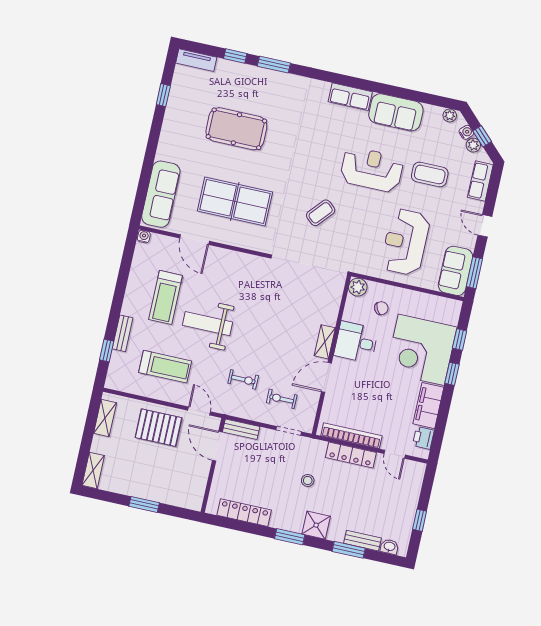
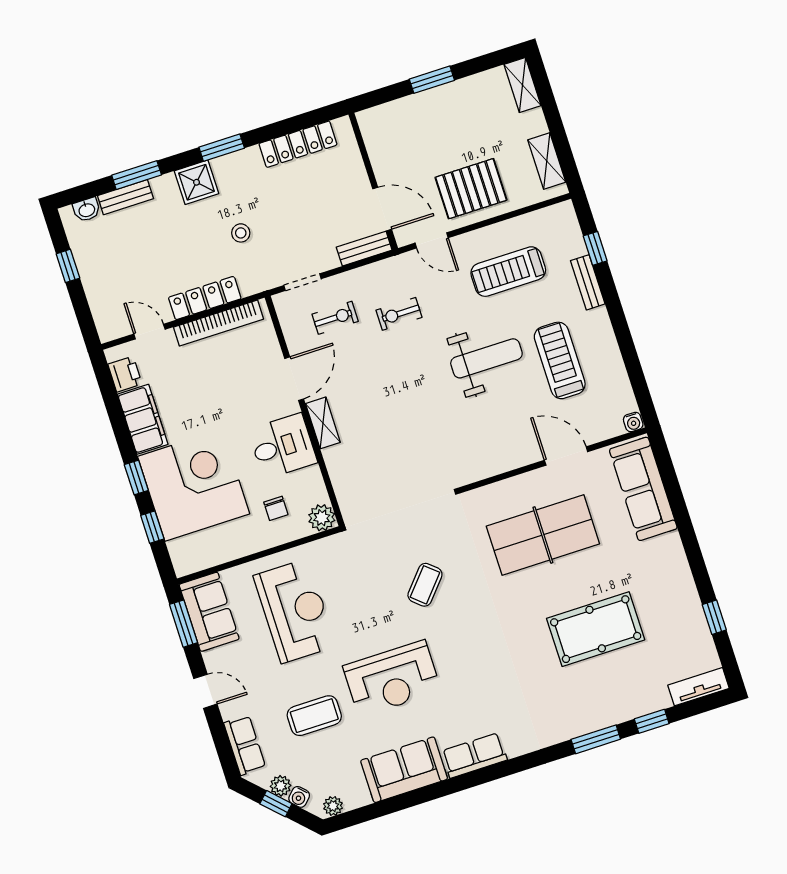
chair: (381, 308) -> (276, 508), turned -64

